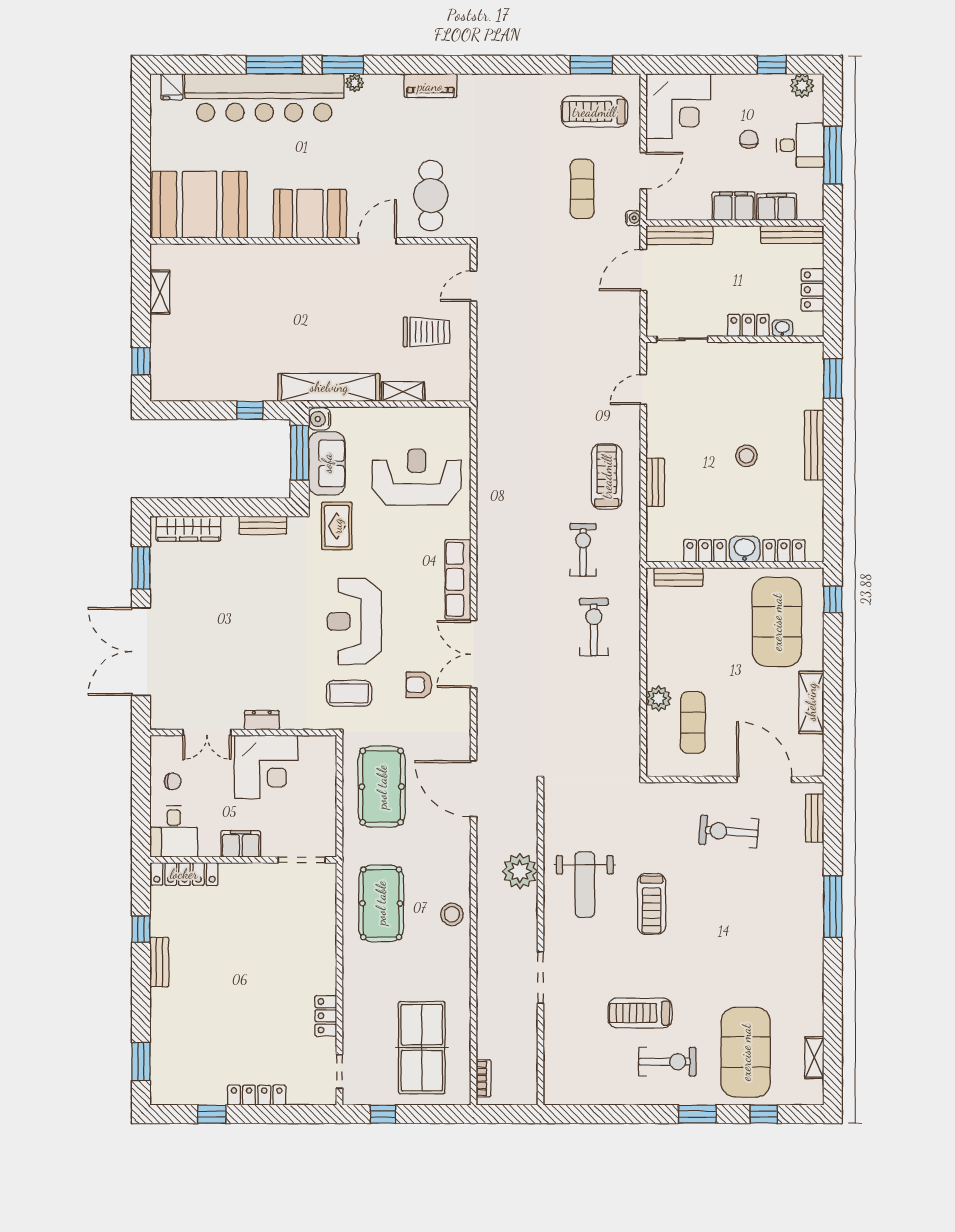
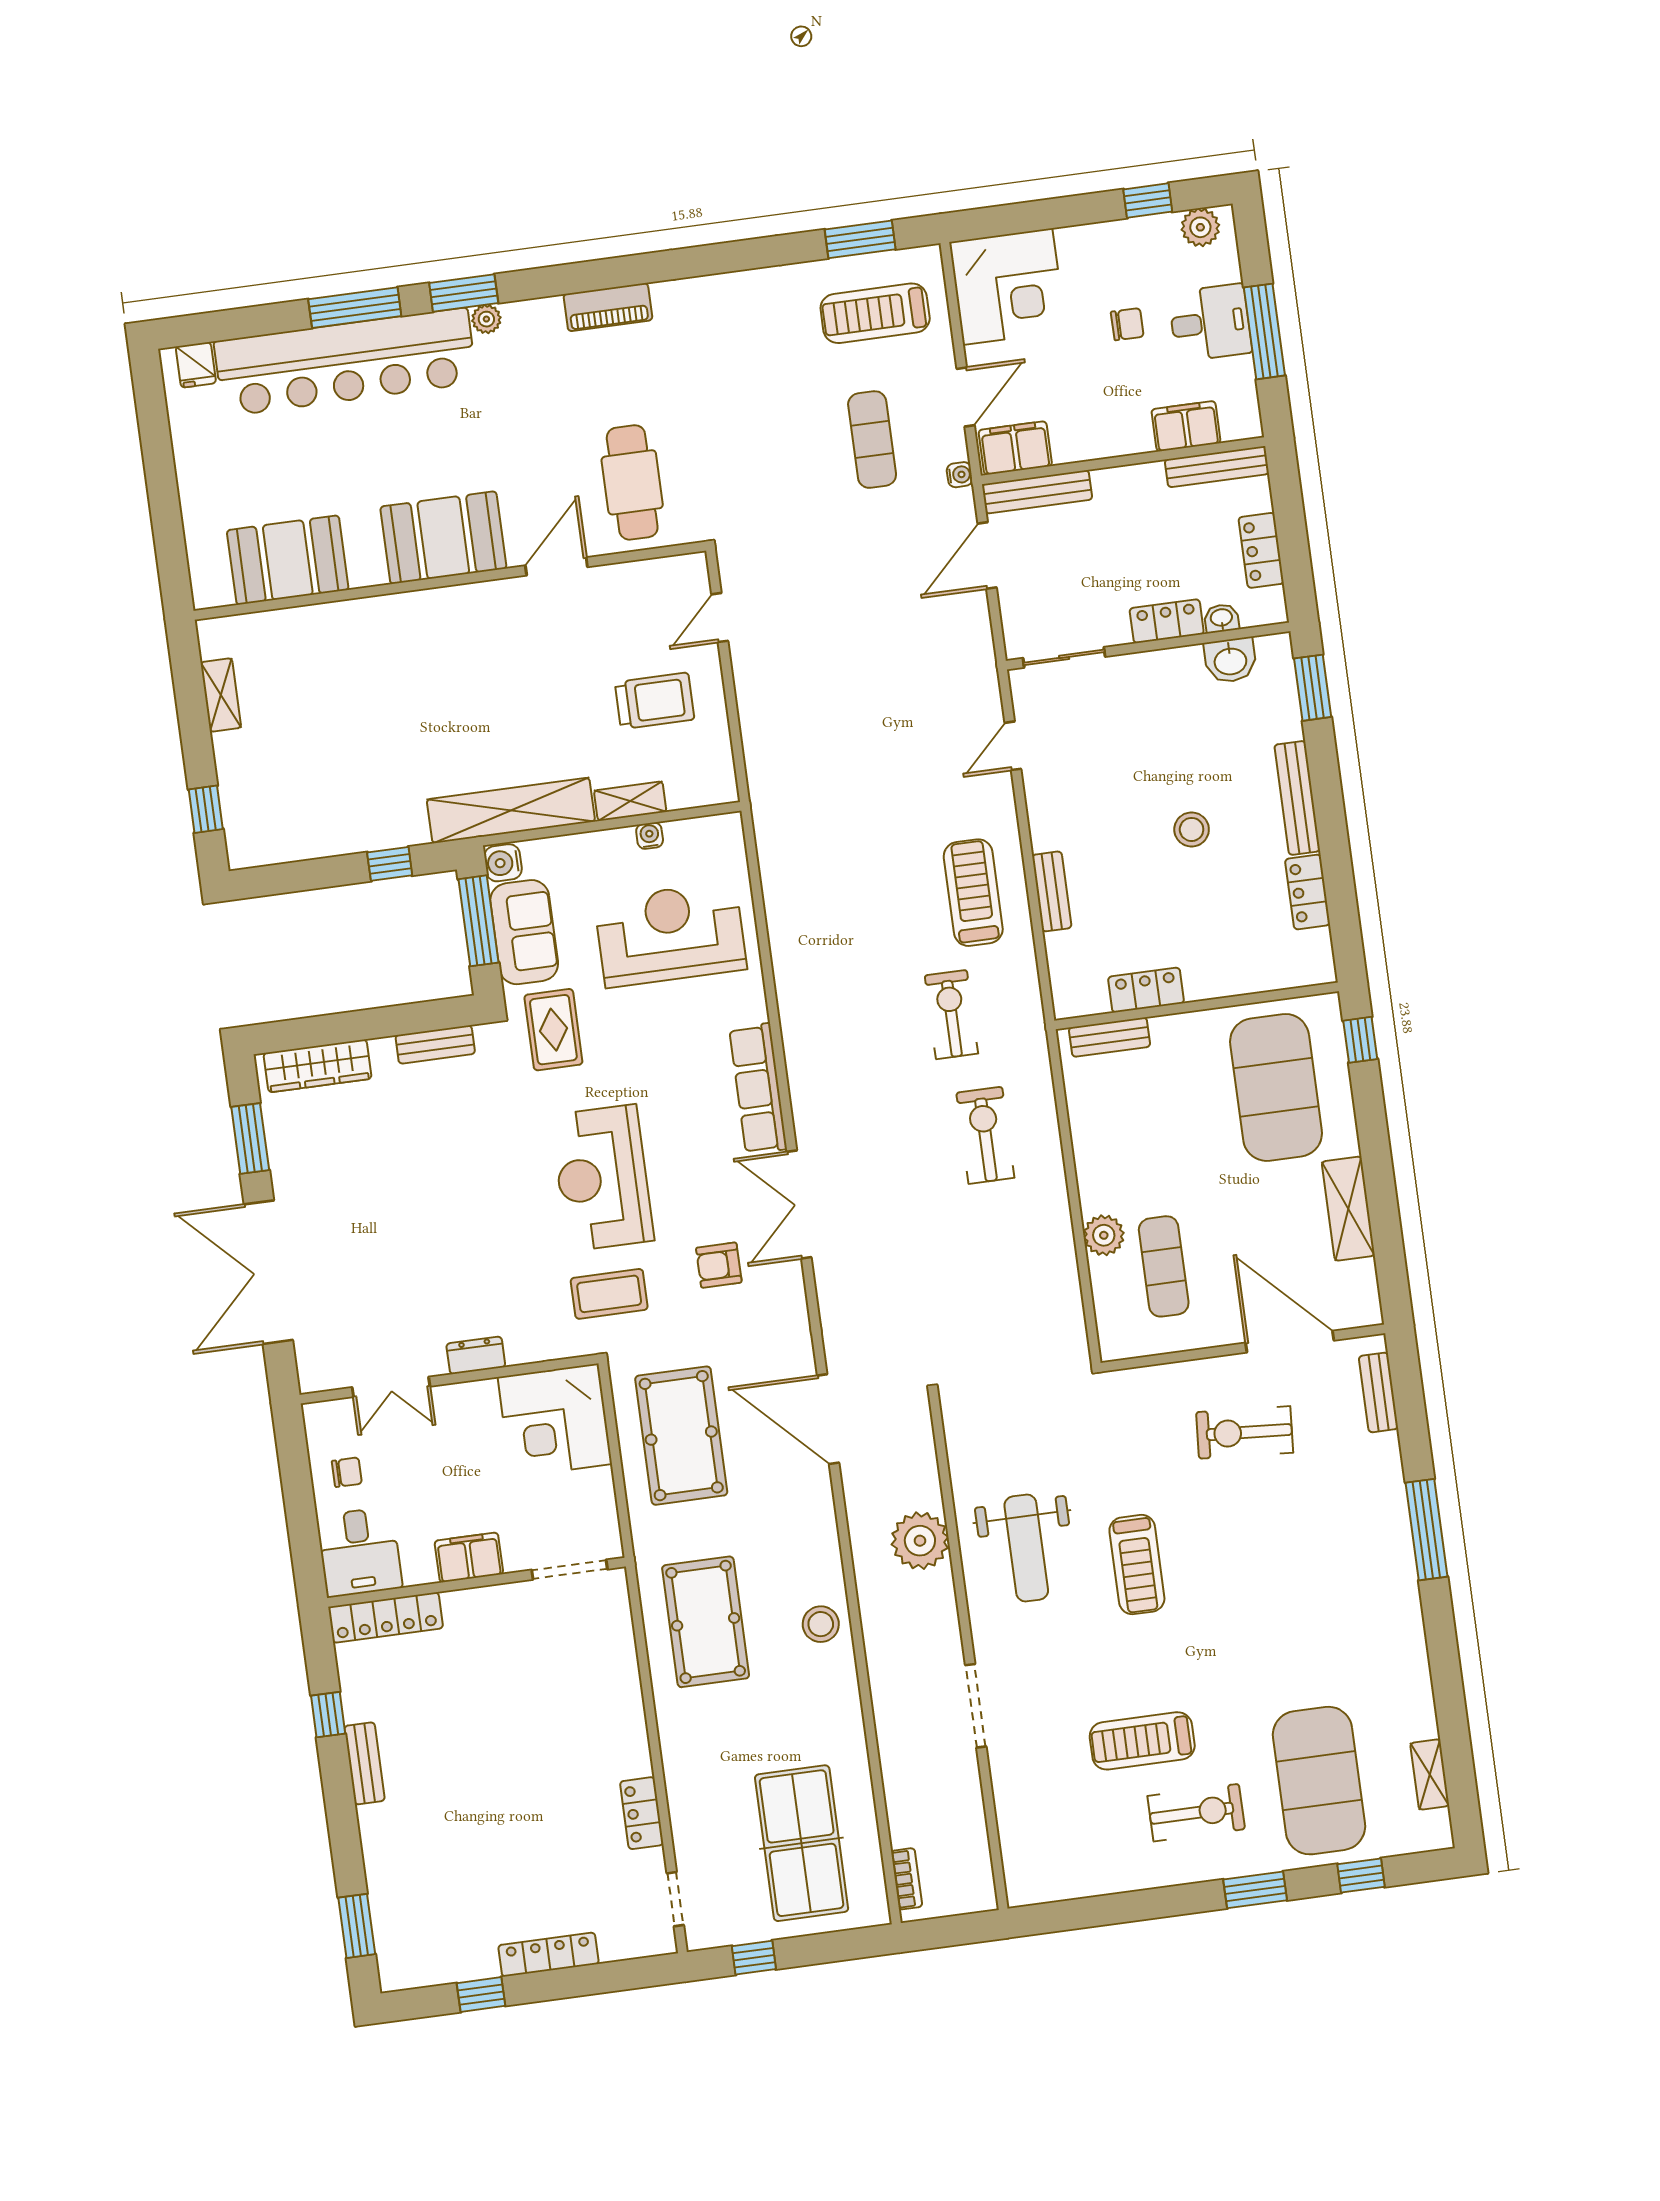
chair: (749, 139) -> (1127, 324), turned 90
booth: (200, 205) -> (288, 560), width x0.73, depth x0.70
filing cabinet: (734, 206) -> (1015, 448), moved
water cooler: (412, 415) -> (650, 836), added
washbasin: (745, 549) -> (1230, 660), moved, turned 180
locker: (784, 551) -> (1307, 892), moved, turned -90
corner desk: (266, 767) -> (555, 1421), moved, turned 90

